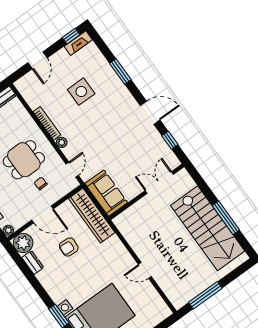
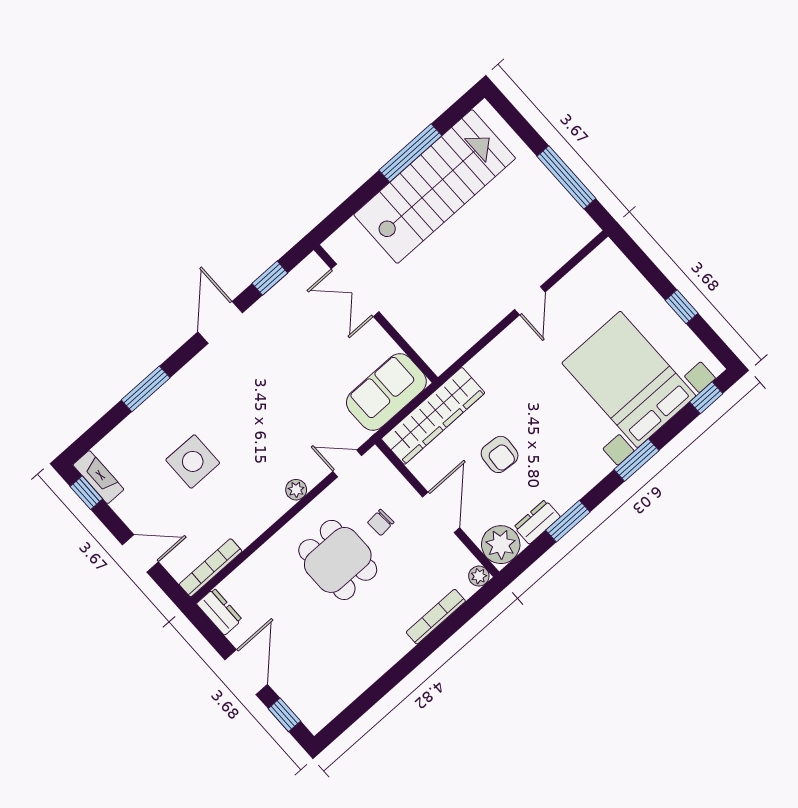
bookcase: (47, 123) -> (211, 568), moved
window: (31, 278) -> (568, 521), added

